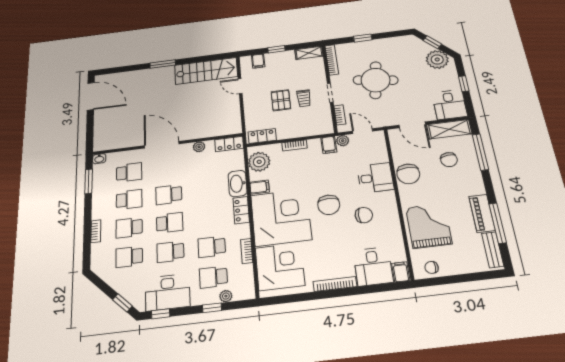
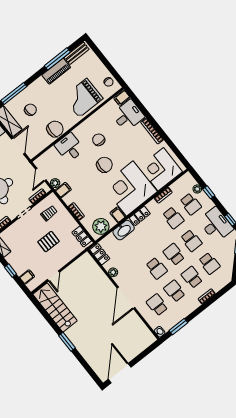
trolley: (304, 98) -> (49, 213), moved
school desk: (129, 228) -> (192, 277), turned 180

